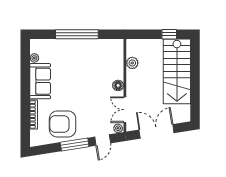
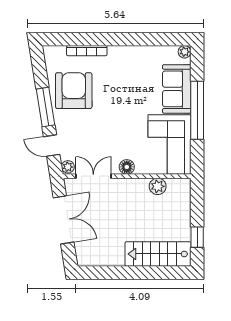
corner sofa: (102, 54) -> (170, 144), added
plant: (34, 58) -> (185, 52), moved
stairs: (177, 71) -> (158, 254), width x0.73, depth x0.66
sofa: (40, 81) -> (177, 89), moved, turned 90

